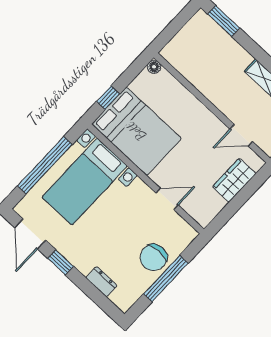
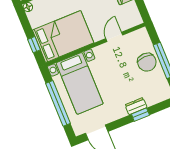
window: (61, 262) -> (140, 115), moved
dresser: (101, 282) -> (136, 106), moved

